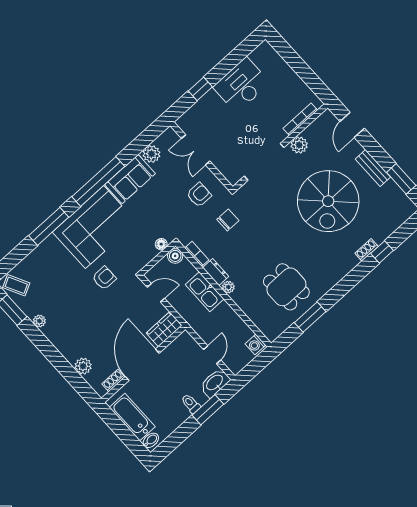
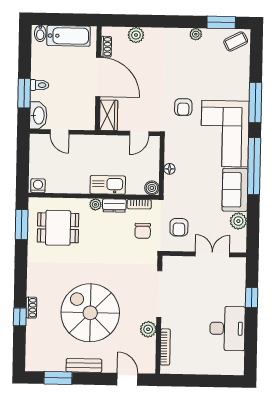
bookcase: (197, 254) -> (139, 204), moved
boiler: (175, 256) -> (152, 188), moved
dresser: (216, 272) -> (114, 206), moved
plant: (228, 287) -> (95, 204), moved
kitchen sink: (205, 292) -> (108, 185), moved
wall: (223, 294) -> (94, 196), moved
washing machine: (255, 344) -> (38, 186), moved

